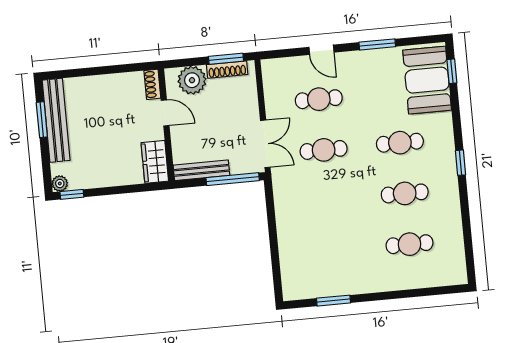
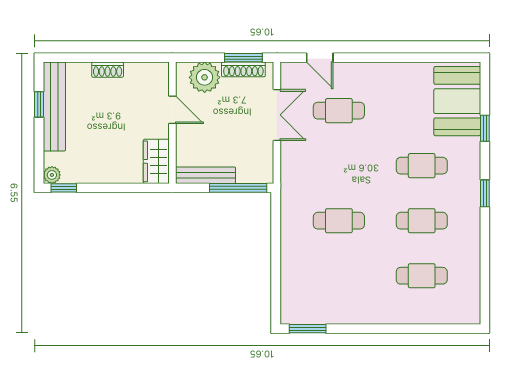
window: (377, 44) -> (407, 58), removed
door: (321, 50) -> (320, 58), moved
window: (452, 71) -> (485, 128), moved
shoe rack: (152, 84) -> (108, 70), moved, turned -90
window: (42, 120) -> (39, 104), width x0.67
double door: (265, 144) -> (277, 115), moved
cafe table: (324, 150) -> (339, 221), moved
window: (334, 301) -> (308, 329), moved

